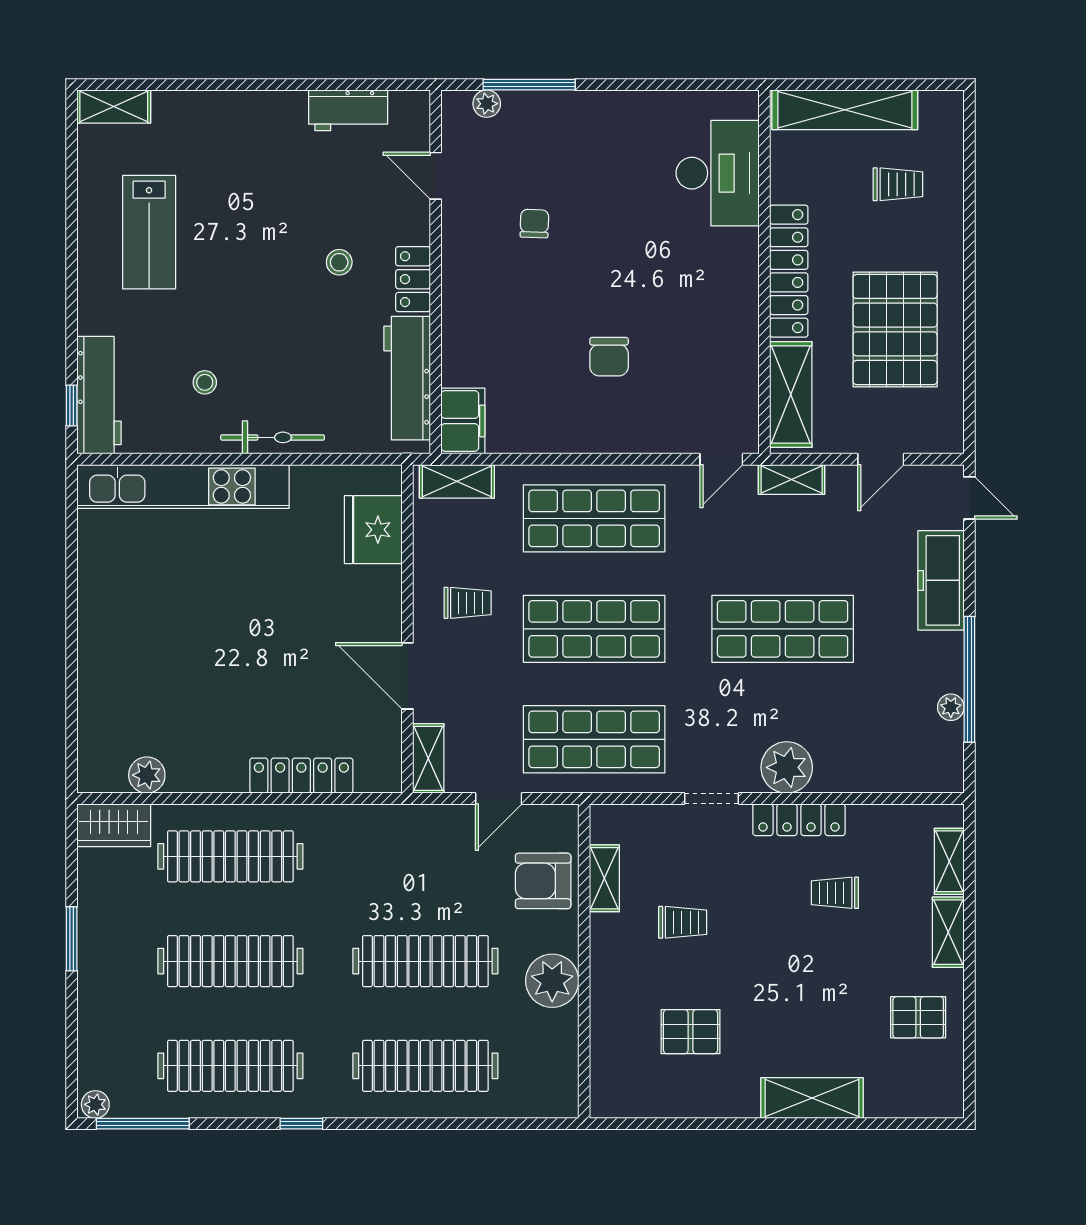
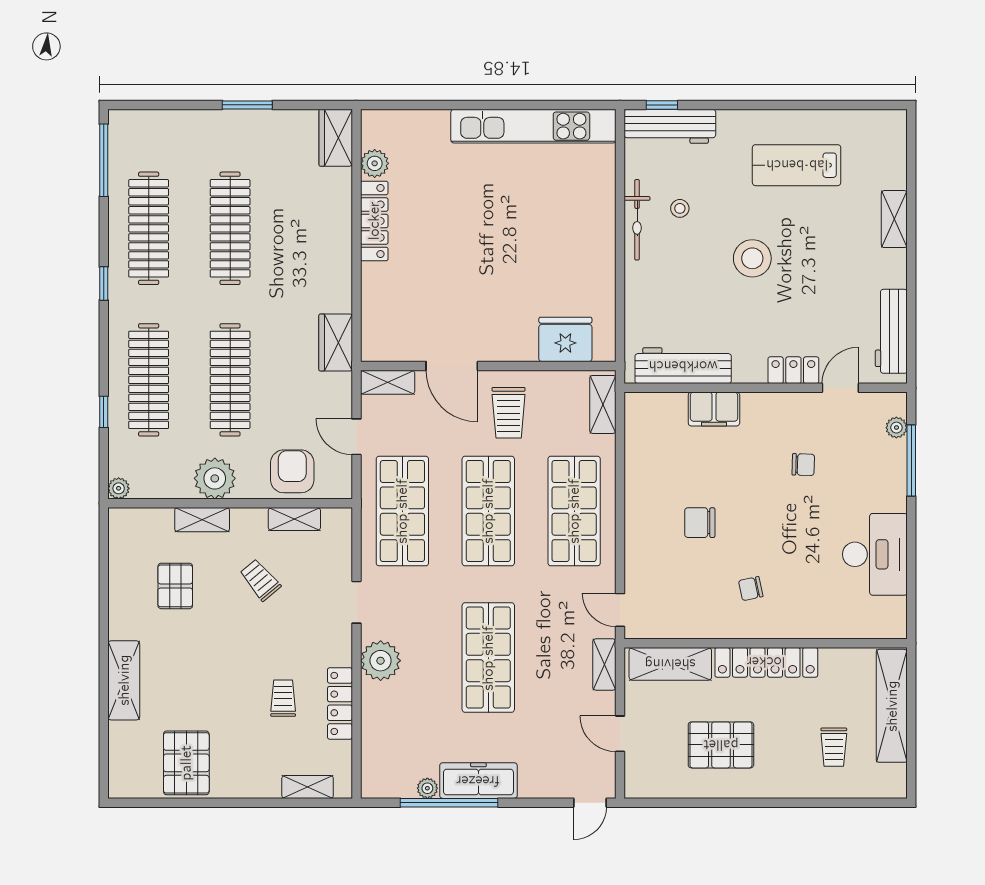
shelving: (114, 106) -> (894, 219), moved
workbench: (348, 110) -> (891, 331), width x1.38
desk: (718, 173) -> (875, 554), moved, turned -90
stool: (339, 262) -> (752, 258), moved, width x1.89, depth x1.89
locker: (413, 279) -> (793, 370), moved
chair: (694, 291) -> (751, 589), added
pallet: (895, 329) -> (721, 745), width x0.73, depth x0.71
filing cabinet: (463, 421) -> (714, 409), moved
bicycle: (273, 437) -> (637, 220), moved
kitchen unit: (183, 486) -> (533, 126), moved, turned -90
freezer: (941, 580) -> (478, 781), moved
trolley: (468, 603) -> (509, 413), width x1.36, depth x1.39
door: (407, 676) -> (452, 366), swing flipped
locker: (301, 776) -> (374, 221), moved
locker: (799, 820) -> (340, 703), moved
wardrobe: (377, 825) -> (336, 343), added
clothes rail: (230, 856) -> (311, 228), removed
trolley: (683, 922) -> (260, 580), turned 140
shelving: (948, 932) -> (202, 520), moved
pallet: (918, 1017) -> (186, 763), width x1.50, depth x1.42
plant: (95, 1104) -> (119, 488), moved
window: (467, 1124) -> (104, 412), added

